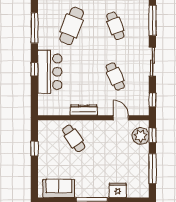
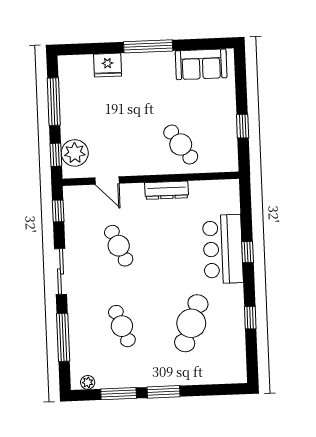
window: (34, 28) -> (250, 318), width x0.46

